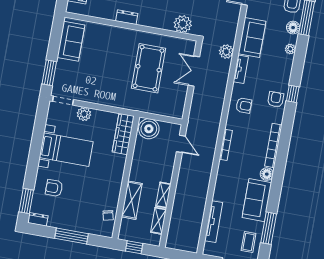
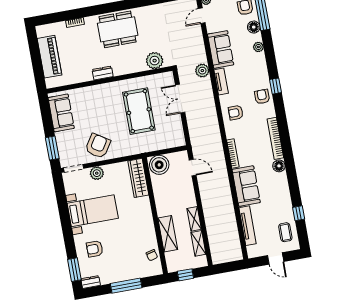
armchair: (95, 87) -> (98, 146), added
armchair: (244, 105) -> (236, 113), turned 180
sofa: (257, 200) -> (246, 186), moved, turned 180
window: (269, 228) -> (299, 213), width x0.46

